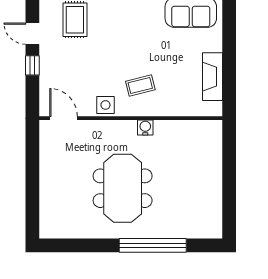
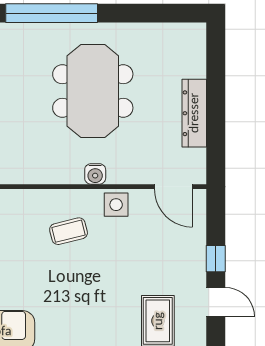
water cooler: (145, 127) -> (95, 174), moved
dresser: (48, 172) -> (194, 113), added

